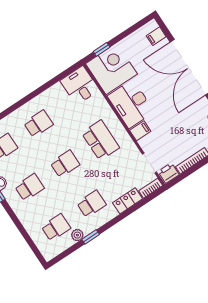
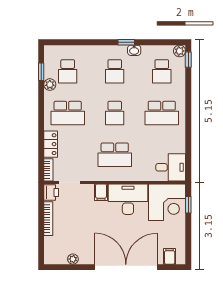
school desk: (38, 124) -> (162, 113), width x1.85
school desk: (92, 204) -> (68, 113), width x1.85
window: (91, 237) -> (41, 72), moved

